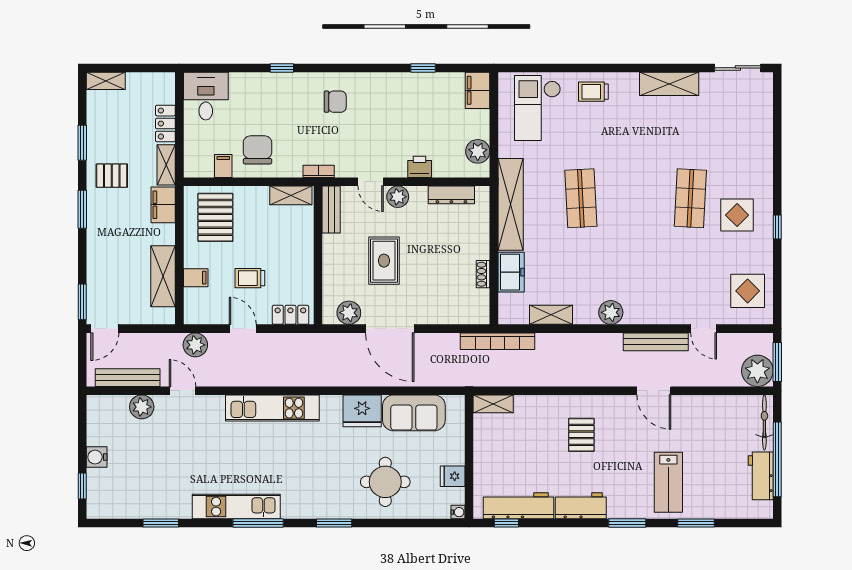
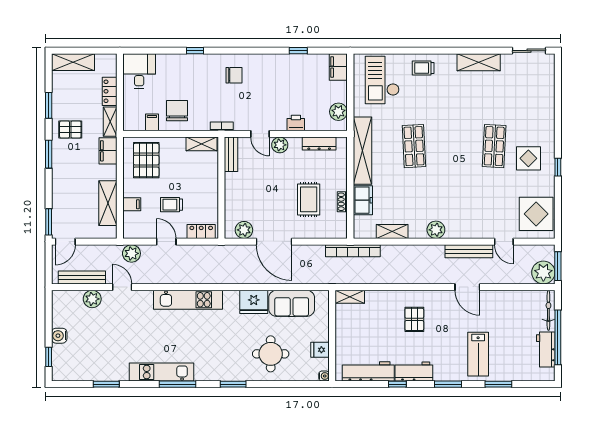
shelving: (106, 81) -> (73, 62), width x1.50, depth x1.33
rug: (384, 261) -> (309, 199), moved
display table: (748, 291) -> (536, 214), width x1.36, depth x1.36
window: (506, 523) -> (397, 384), moved

